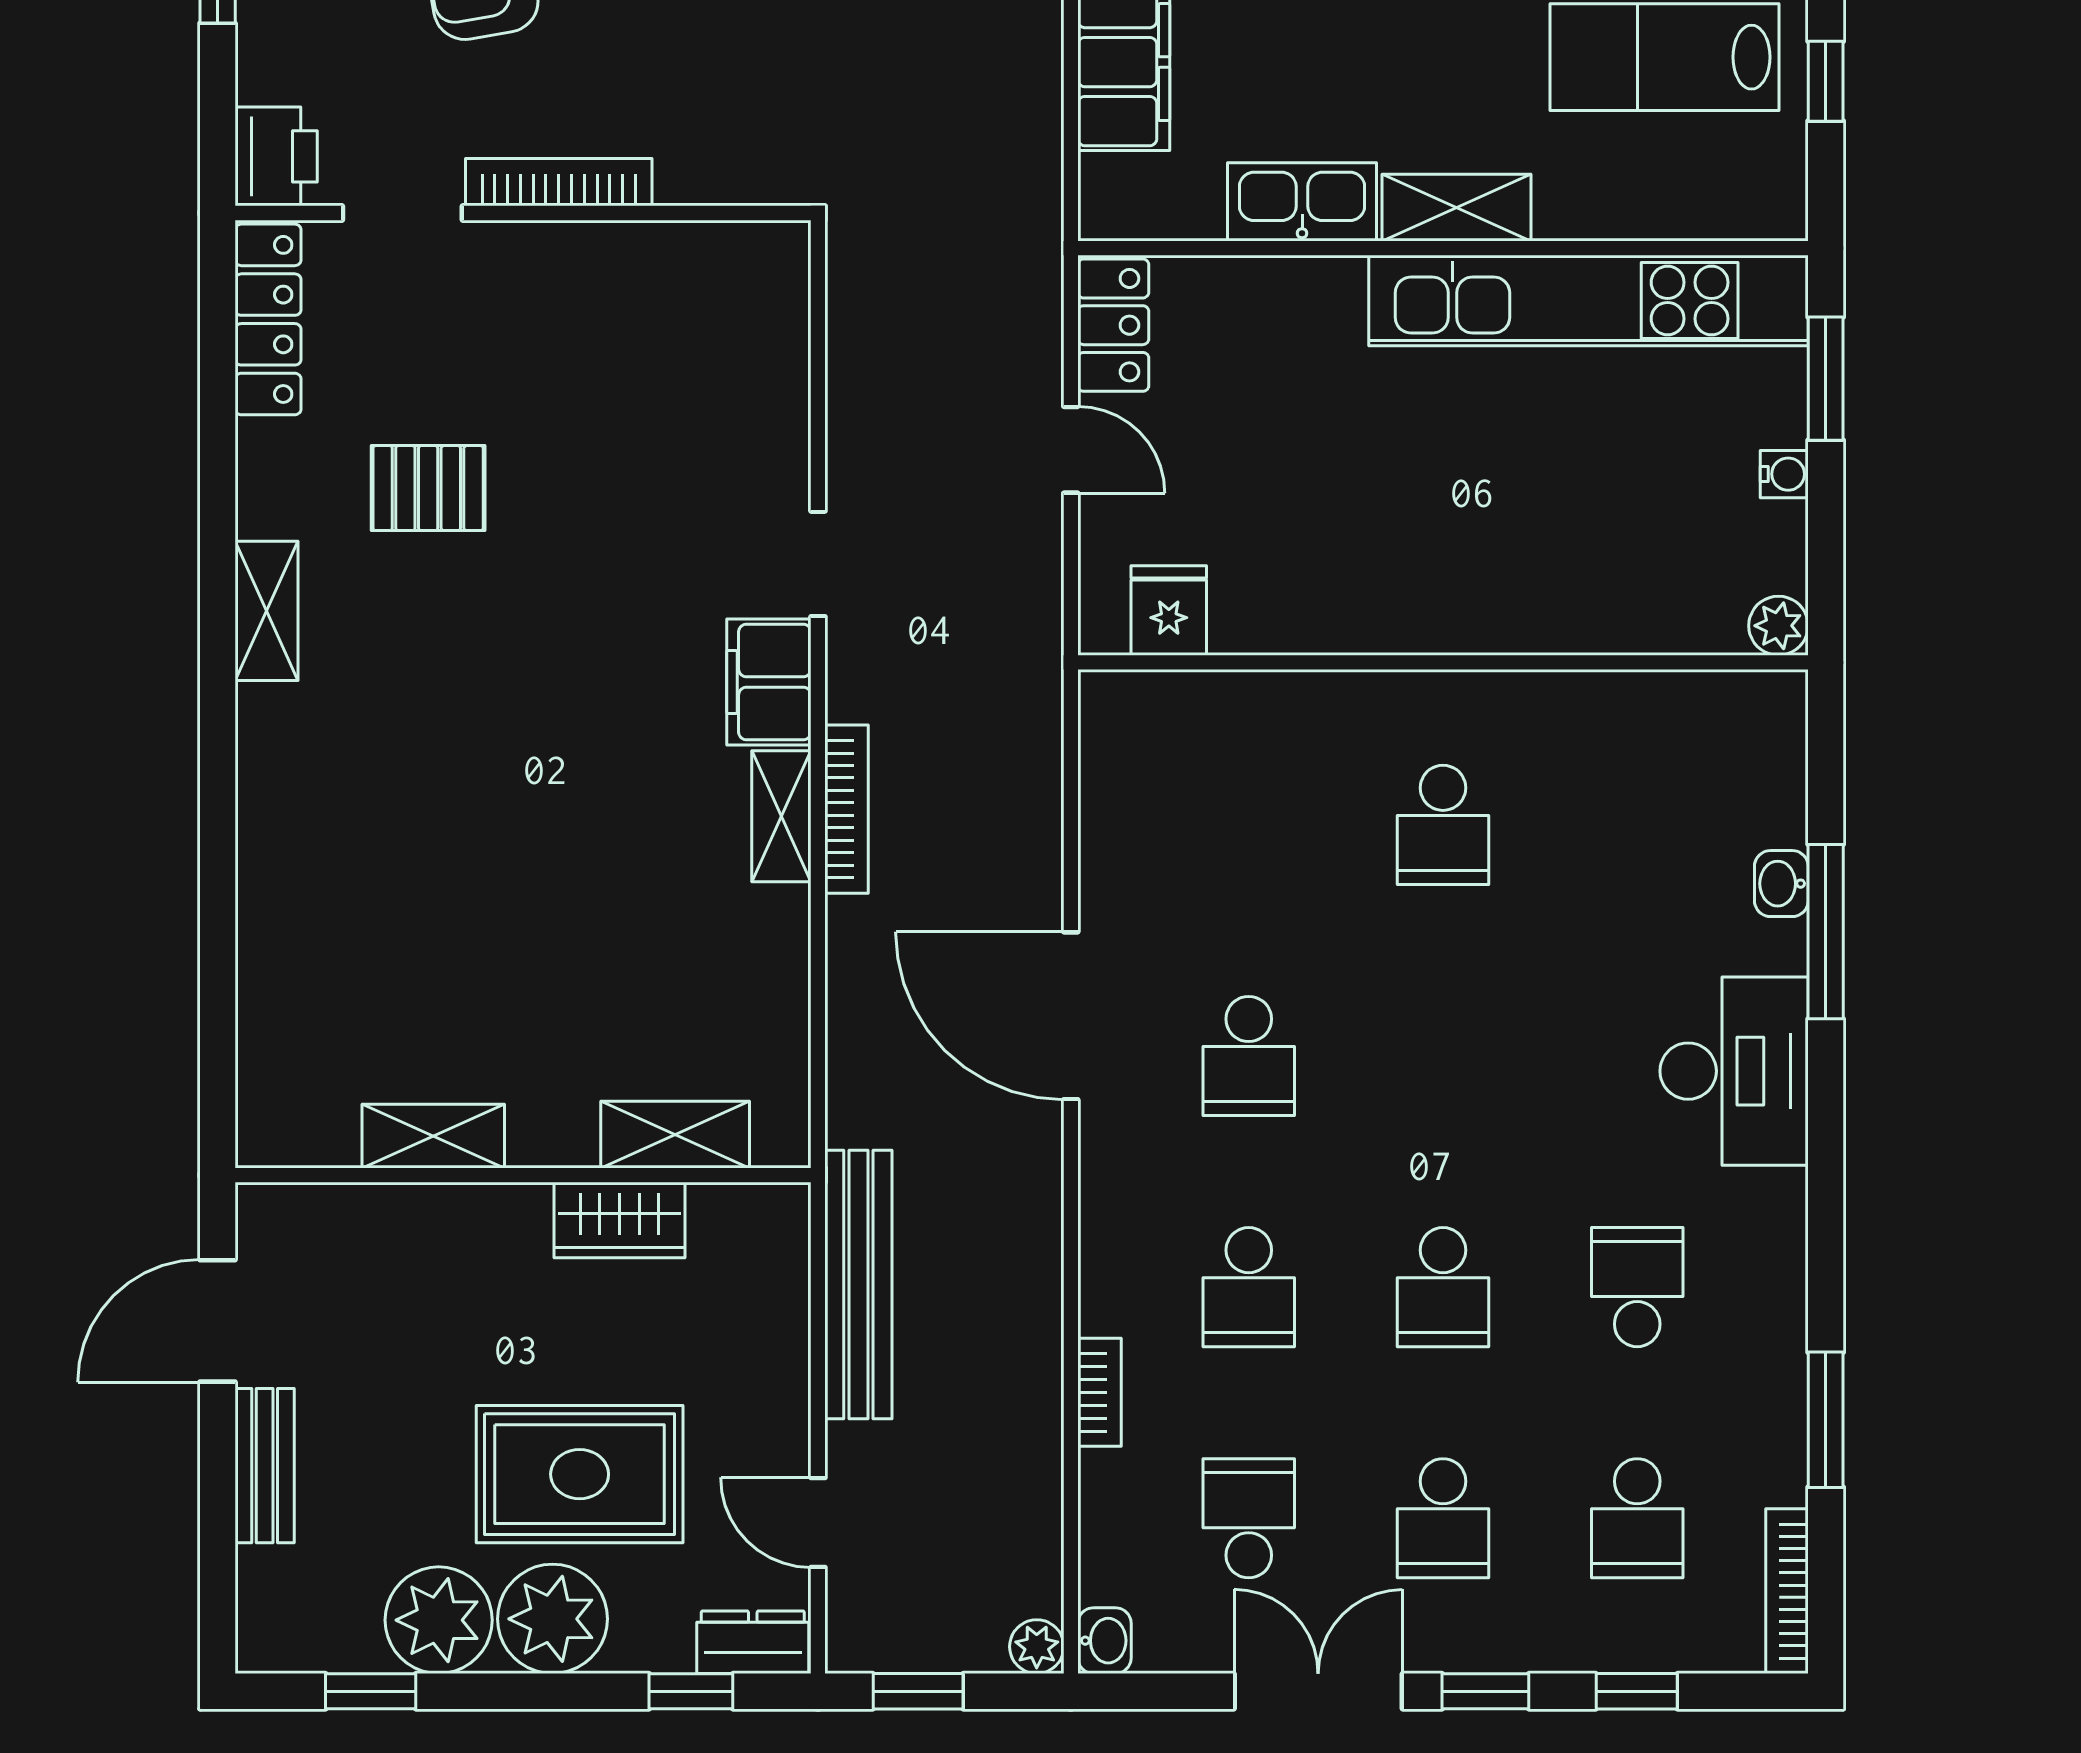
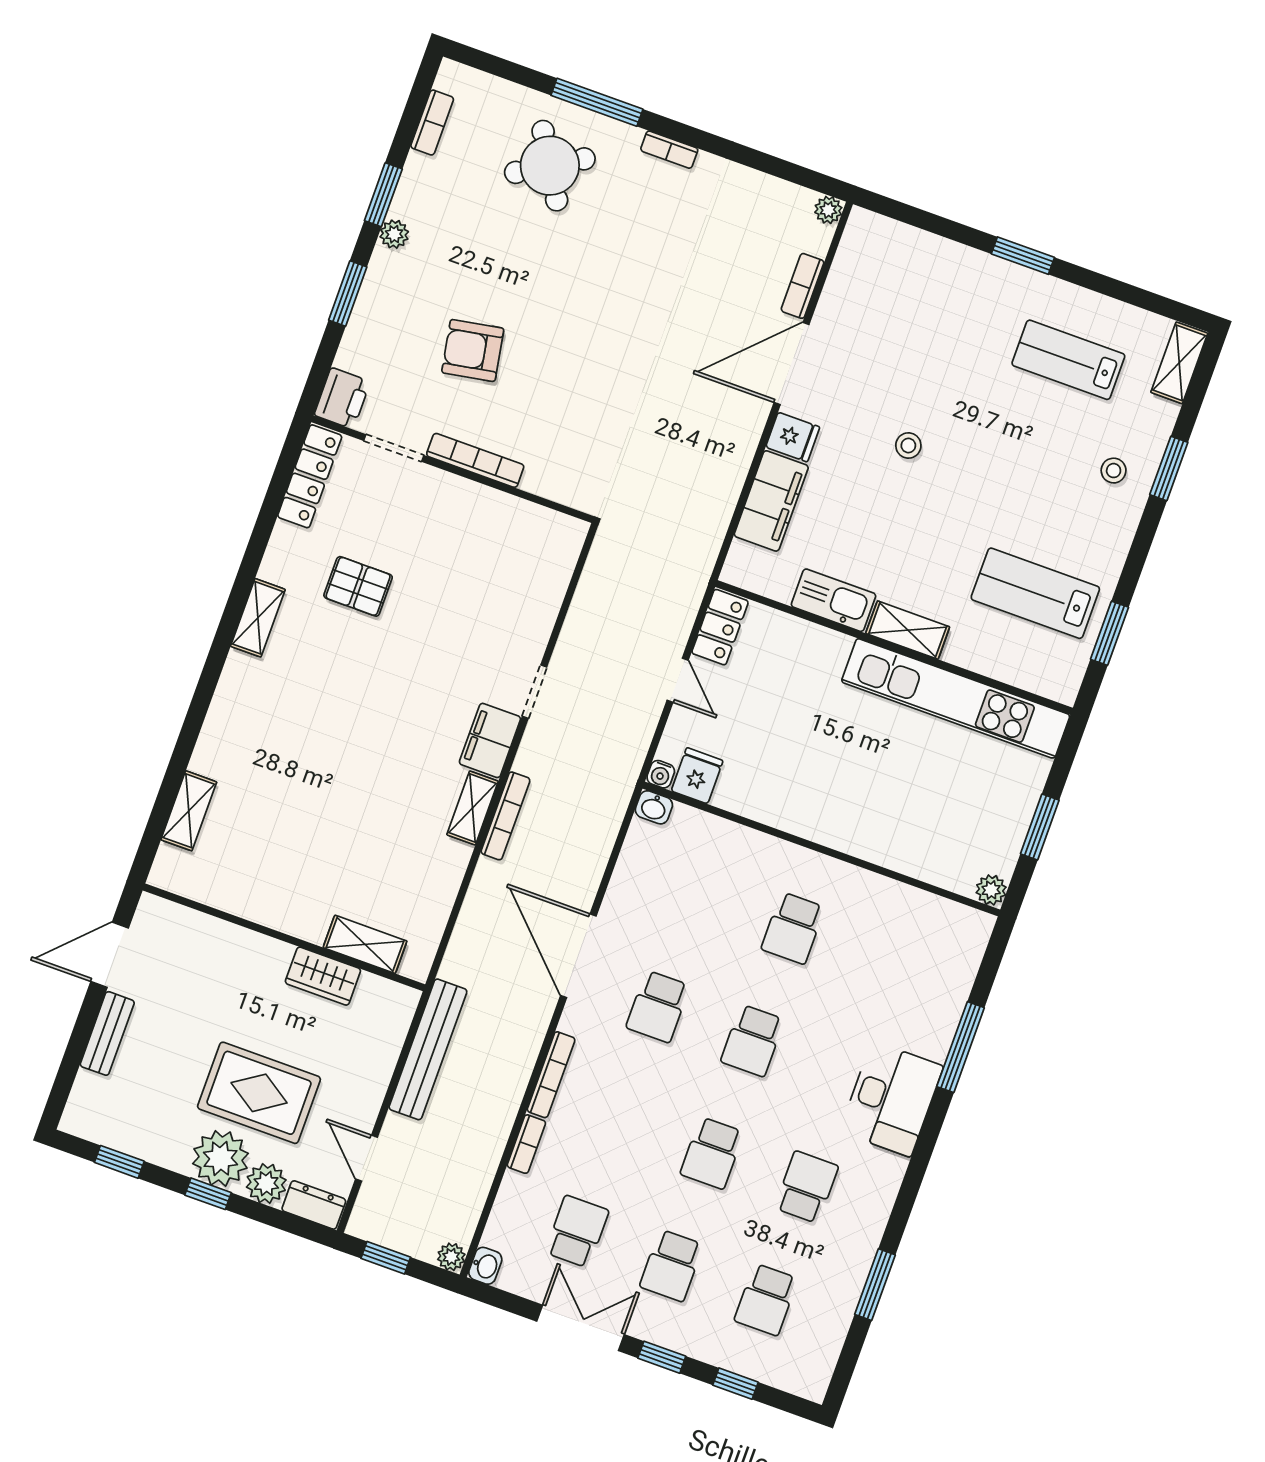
window: (1826, 81) -> (1110, 633), width x1.50
window: (1826, 379) -> (1040, 827), moved
water cooler: (1784, 474) -> (661, 774), moved, turned 90
washbasin: (1781, 884) -> (654, 807), moved, turned -90
shelving: (433, 1136) -> (189, 811), moved, turned 90
school desk: (1249, 1287) -> (752, 1041), moved
bookcase: (1787, 1591) -> (551, 1075), moved, turned 180
plant: (439, 1620) -> (266, 1184), moved, width x0.73, depth x0.73
window: (691, 1691) -> (208, 1194), moved

